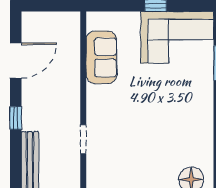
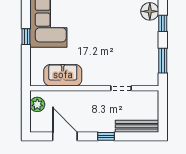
plant: (61, 22) -> (37, 104), added

